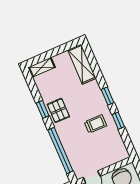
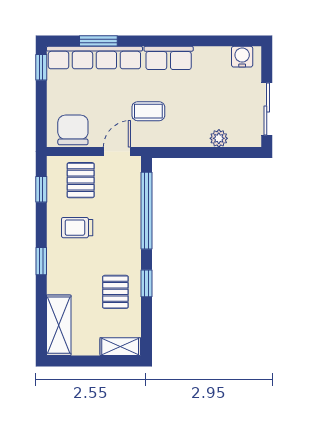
pallet: (58, 110) -> (115, 292), moved
window: (118, 121) -> (41, 189), moved
pallet: (105, 152) -> (81, 180), added

